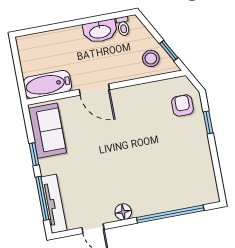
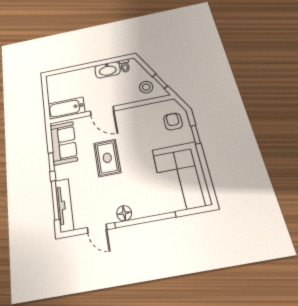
rug: (103, 149) -> (107, 158), added
corner sofa: (188, 171) -> (181, 176), added
window: (170, 214) -> (145, 220), moved

